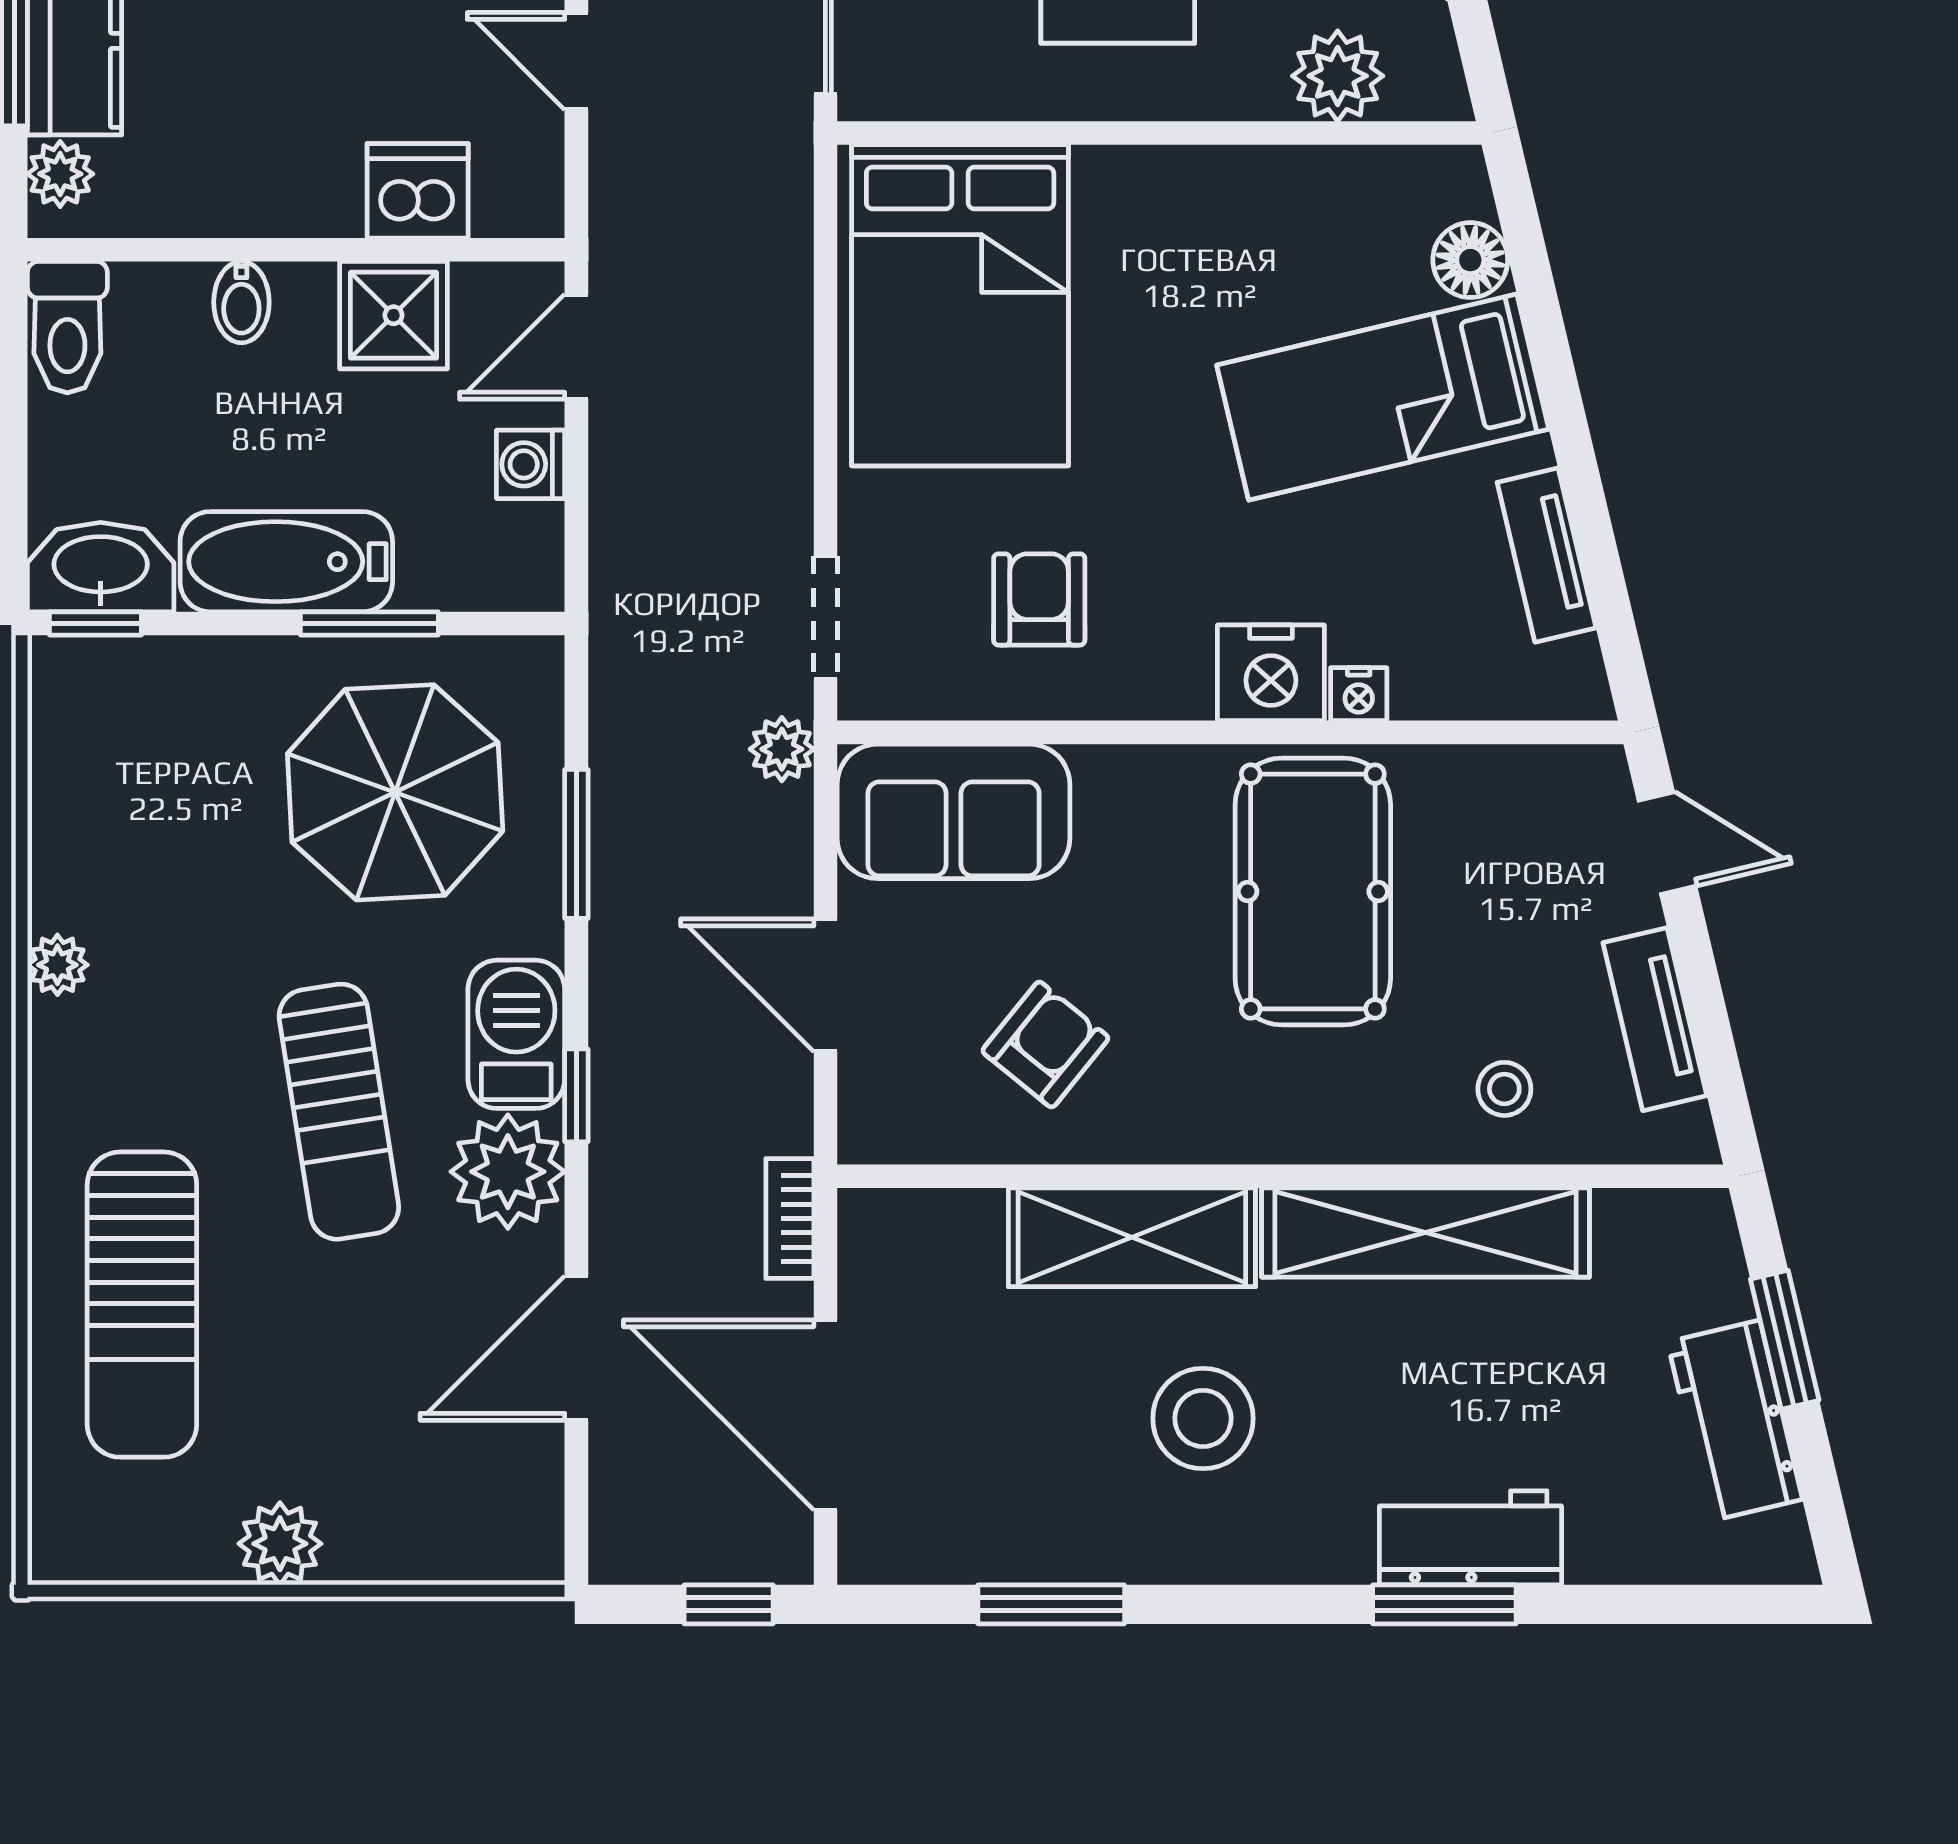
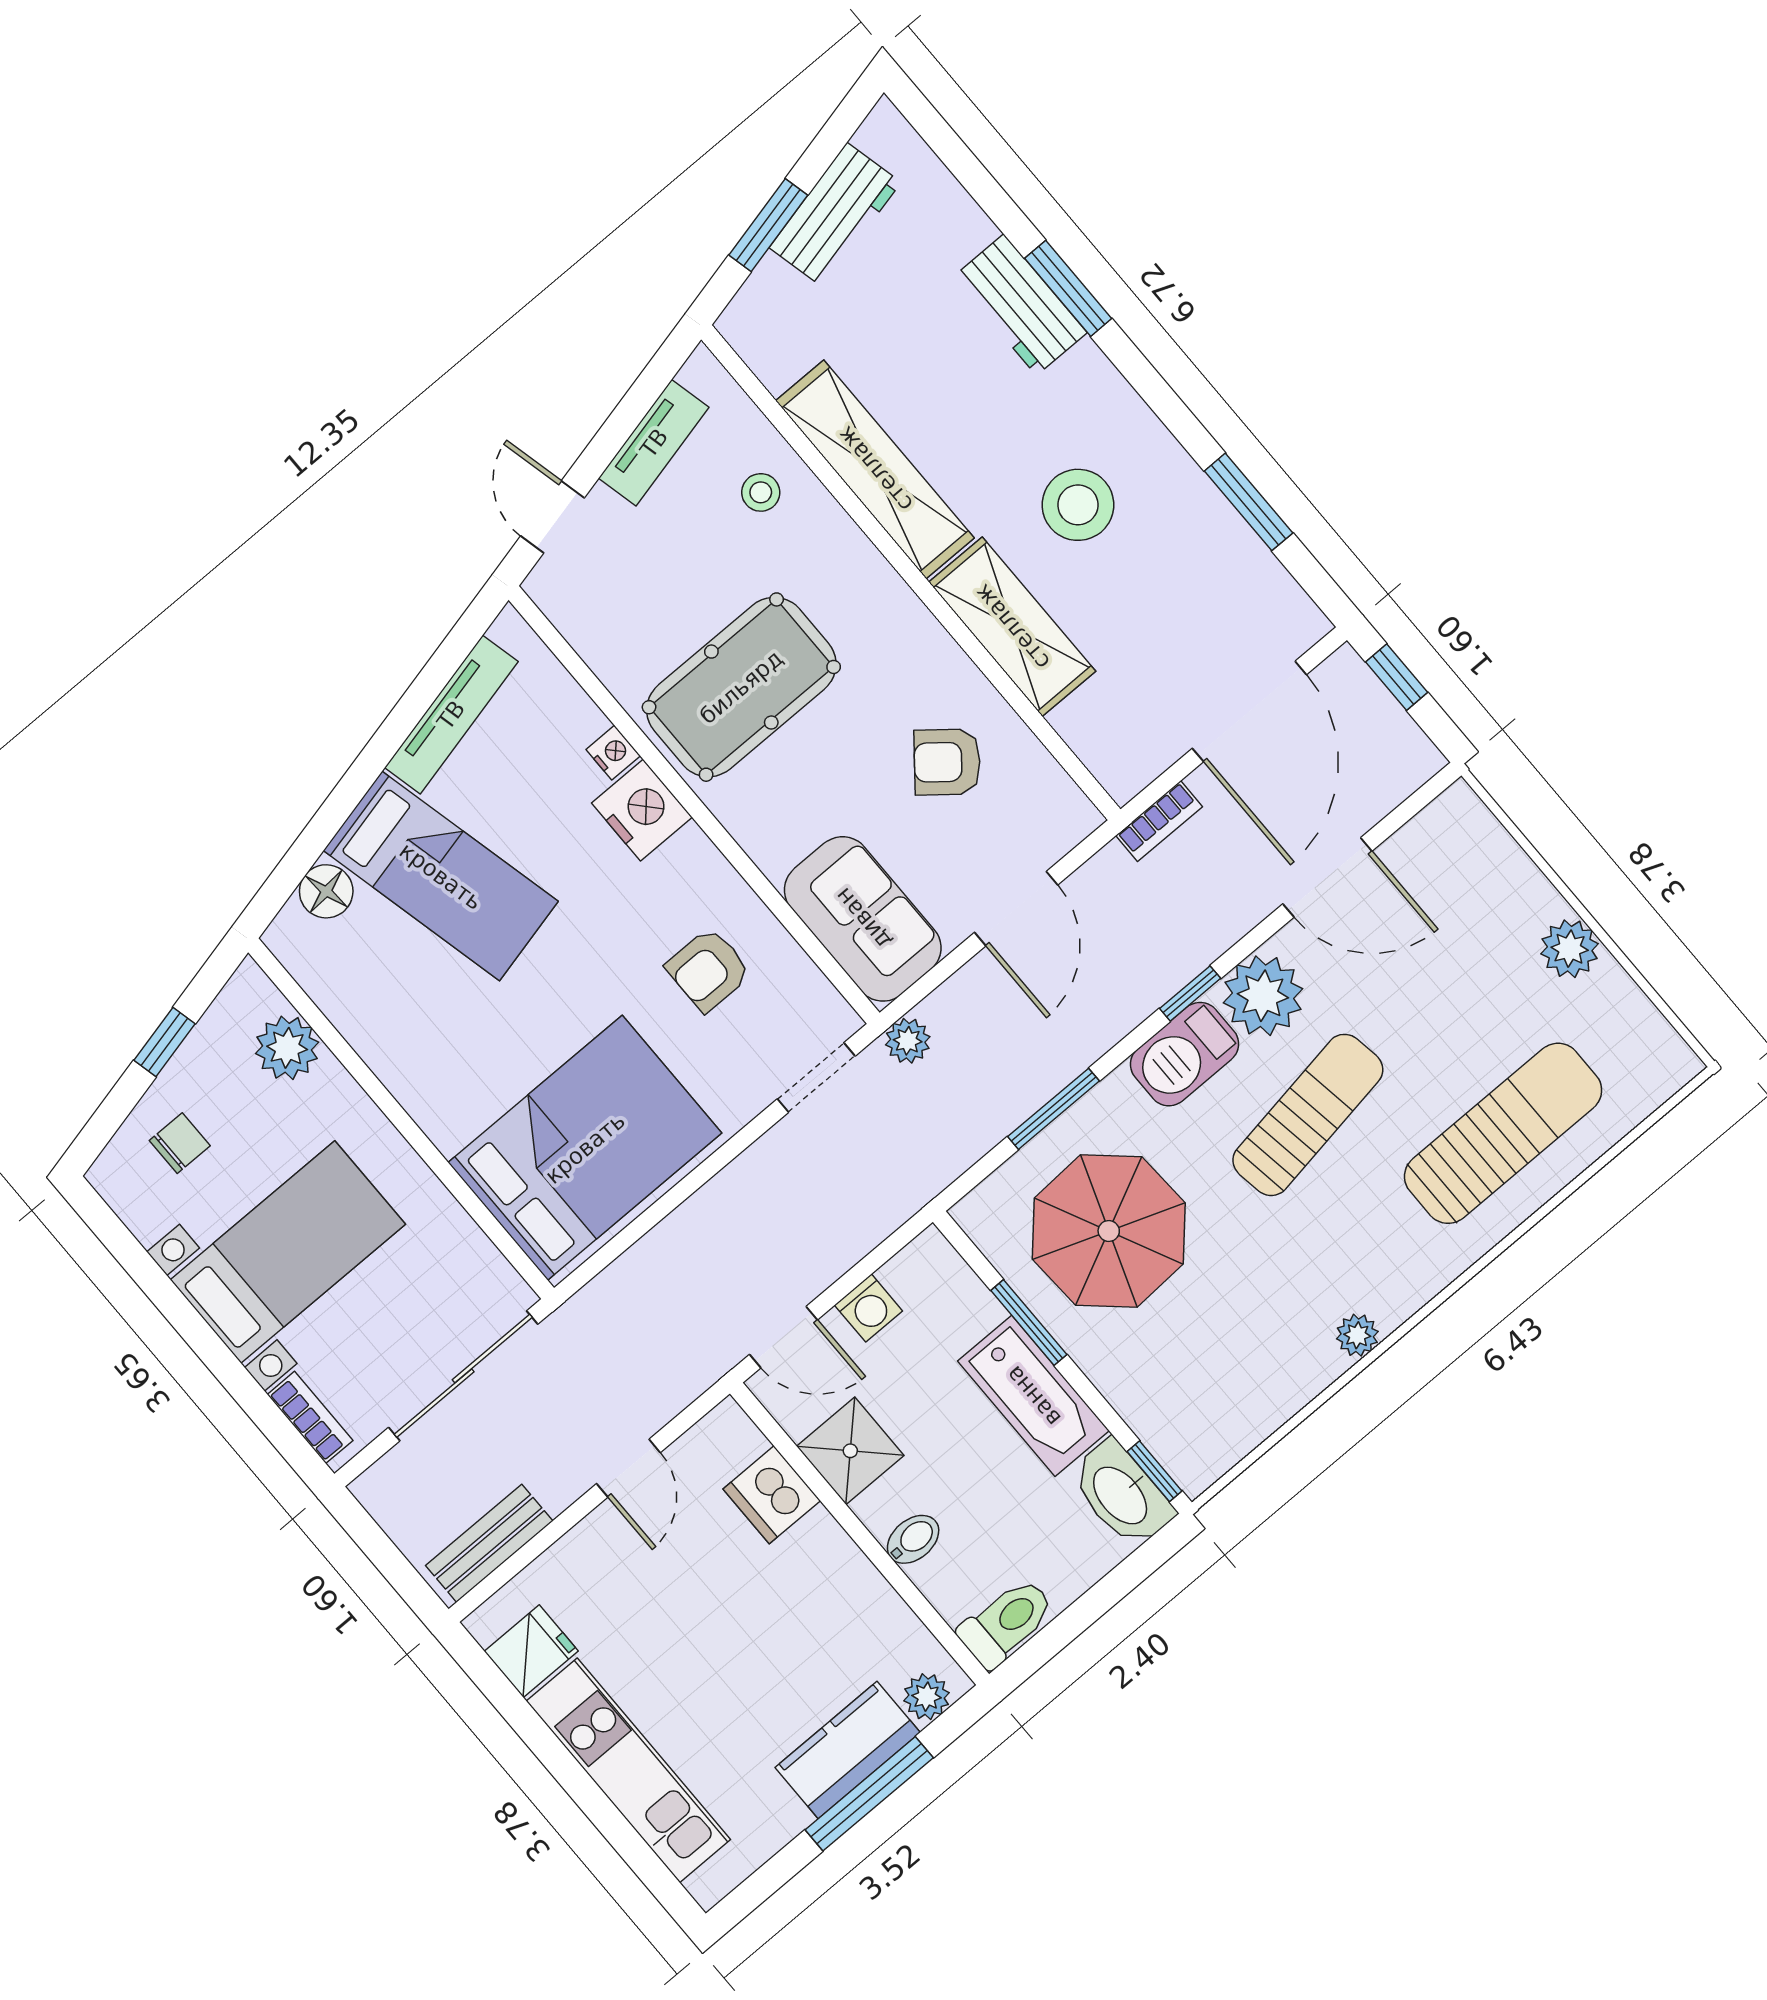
tv unit: (1547, 555) -> (451, 715), width x1.41

